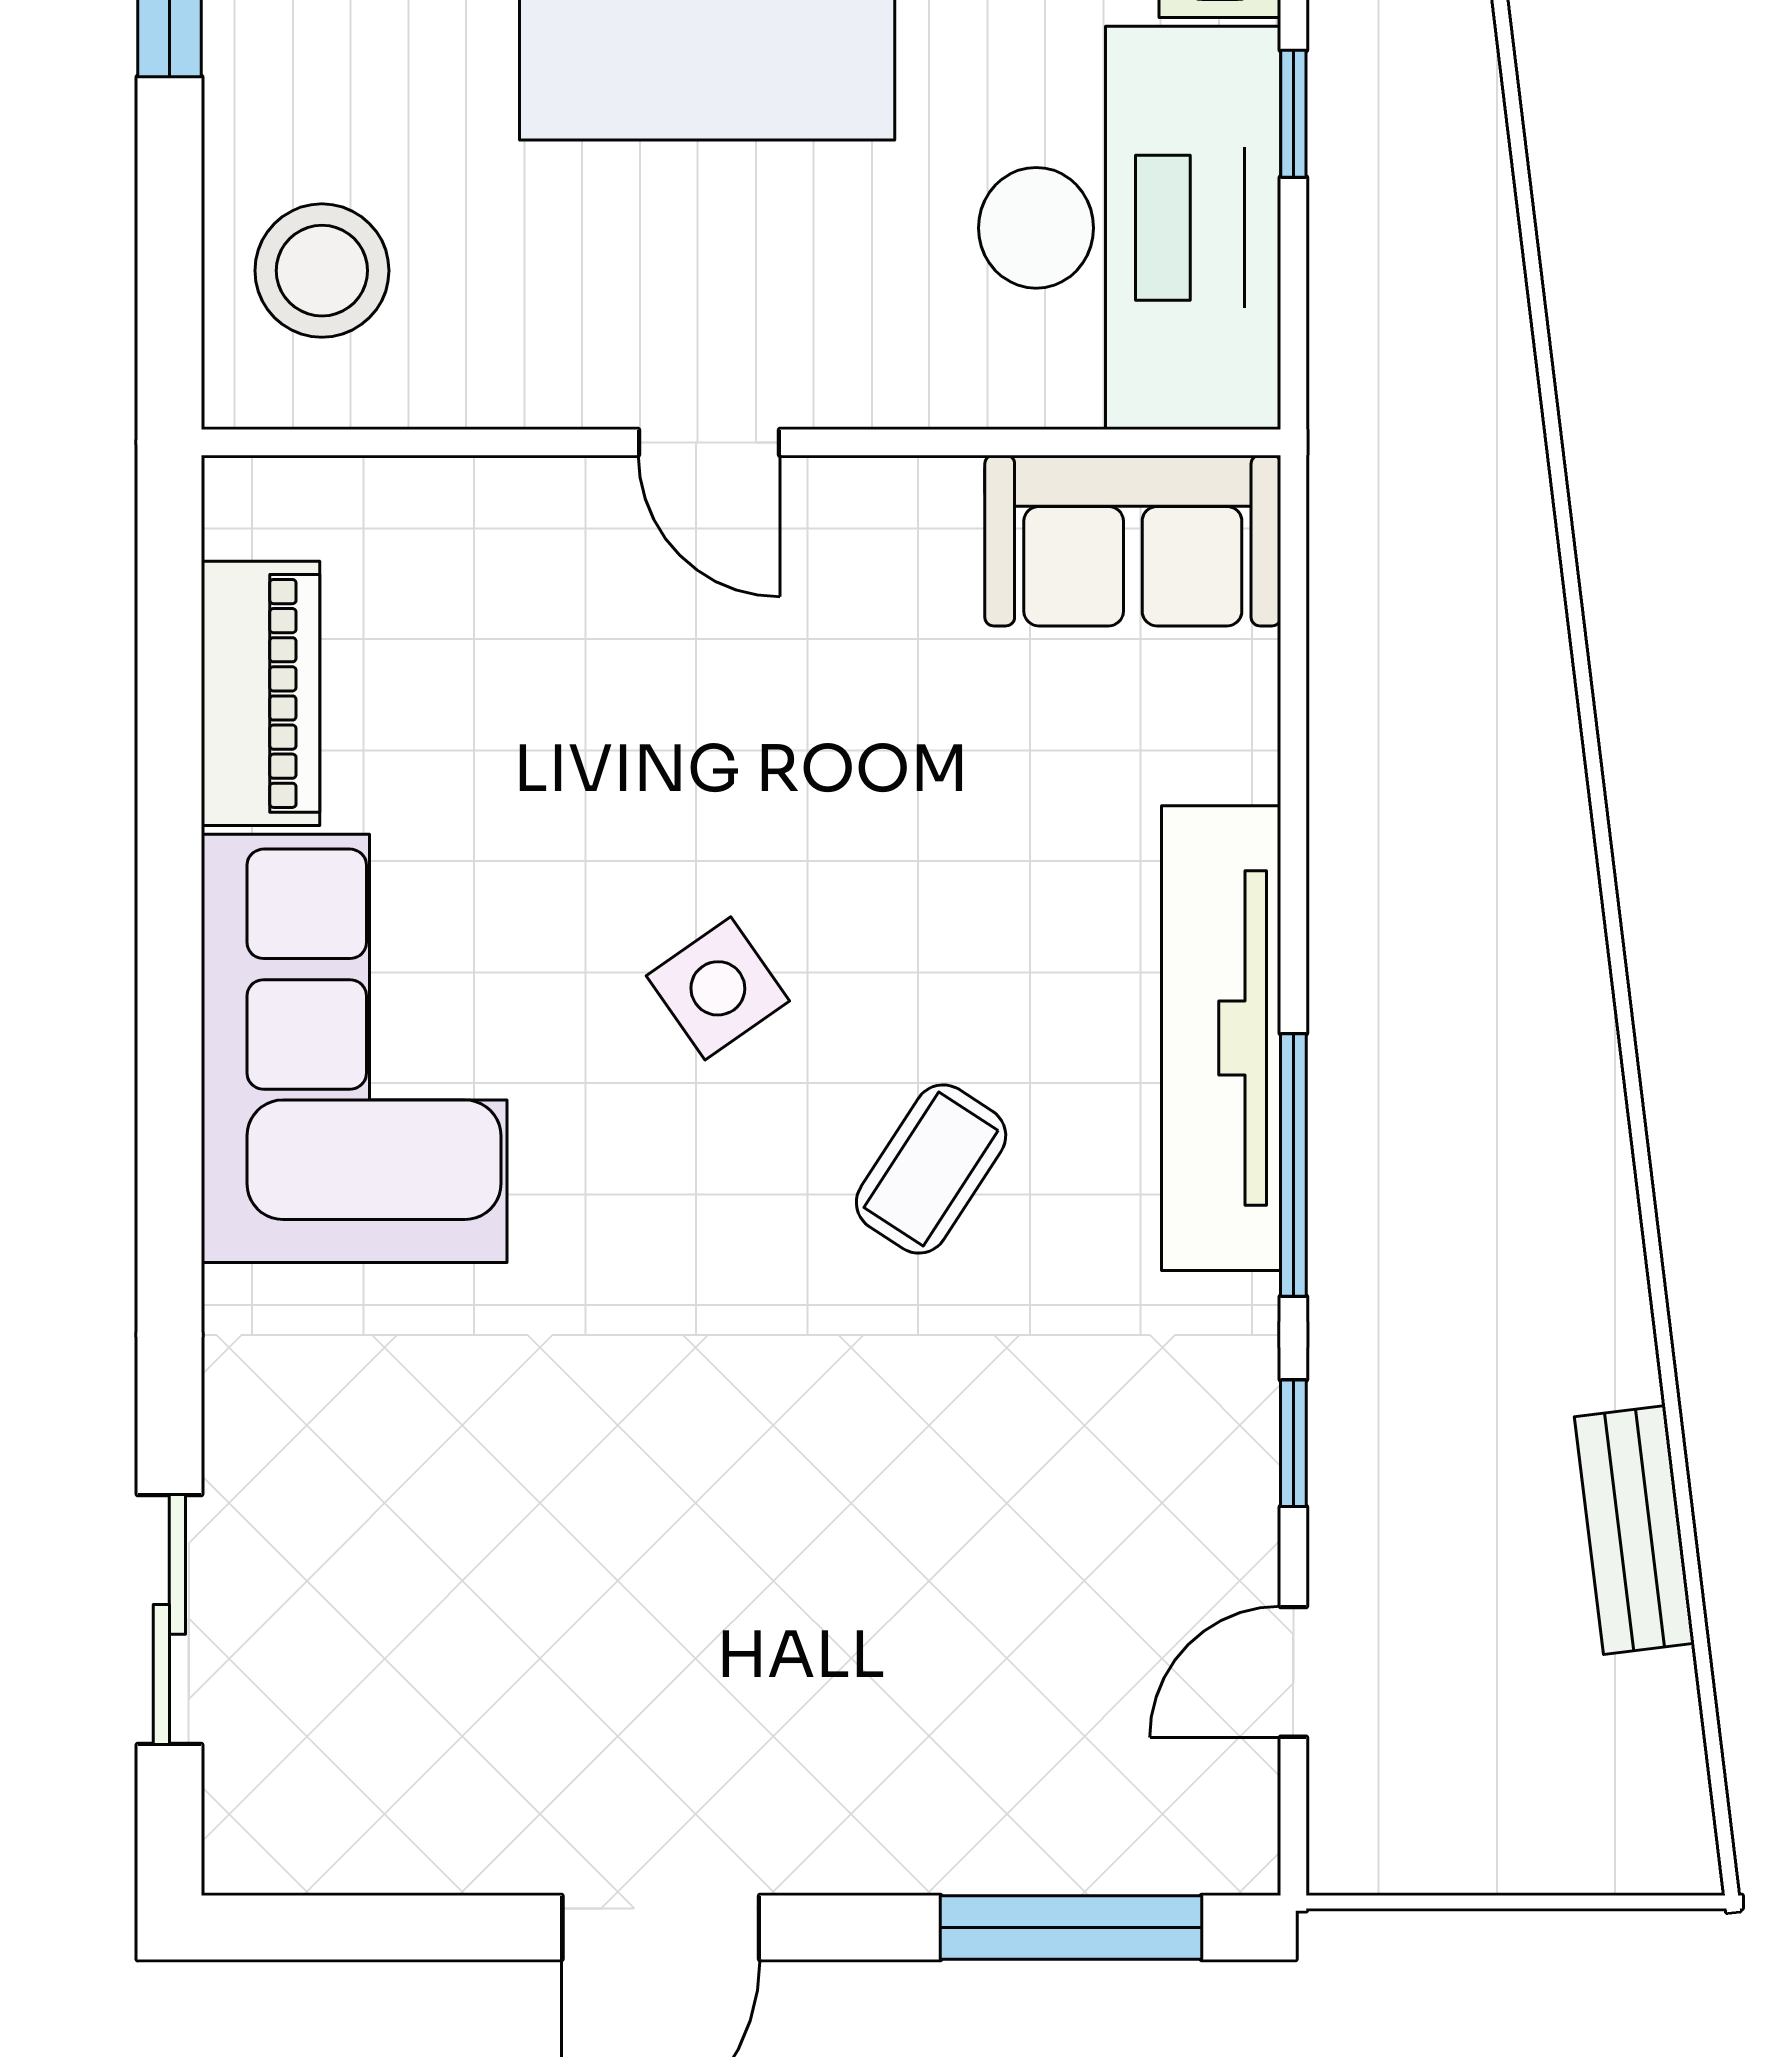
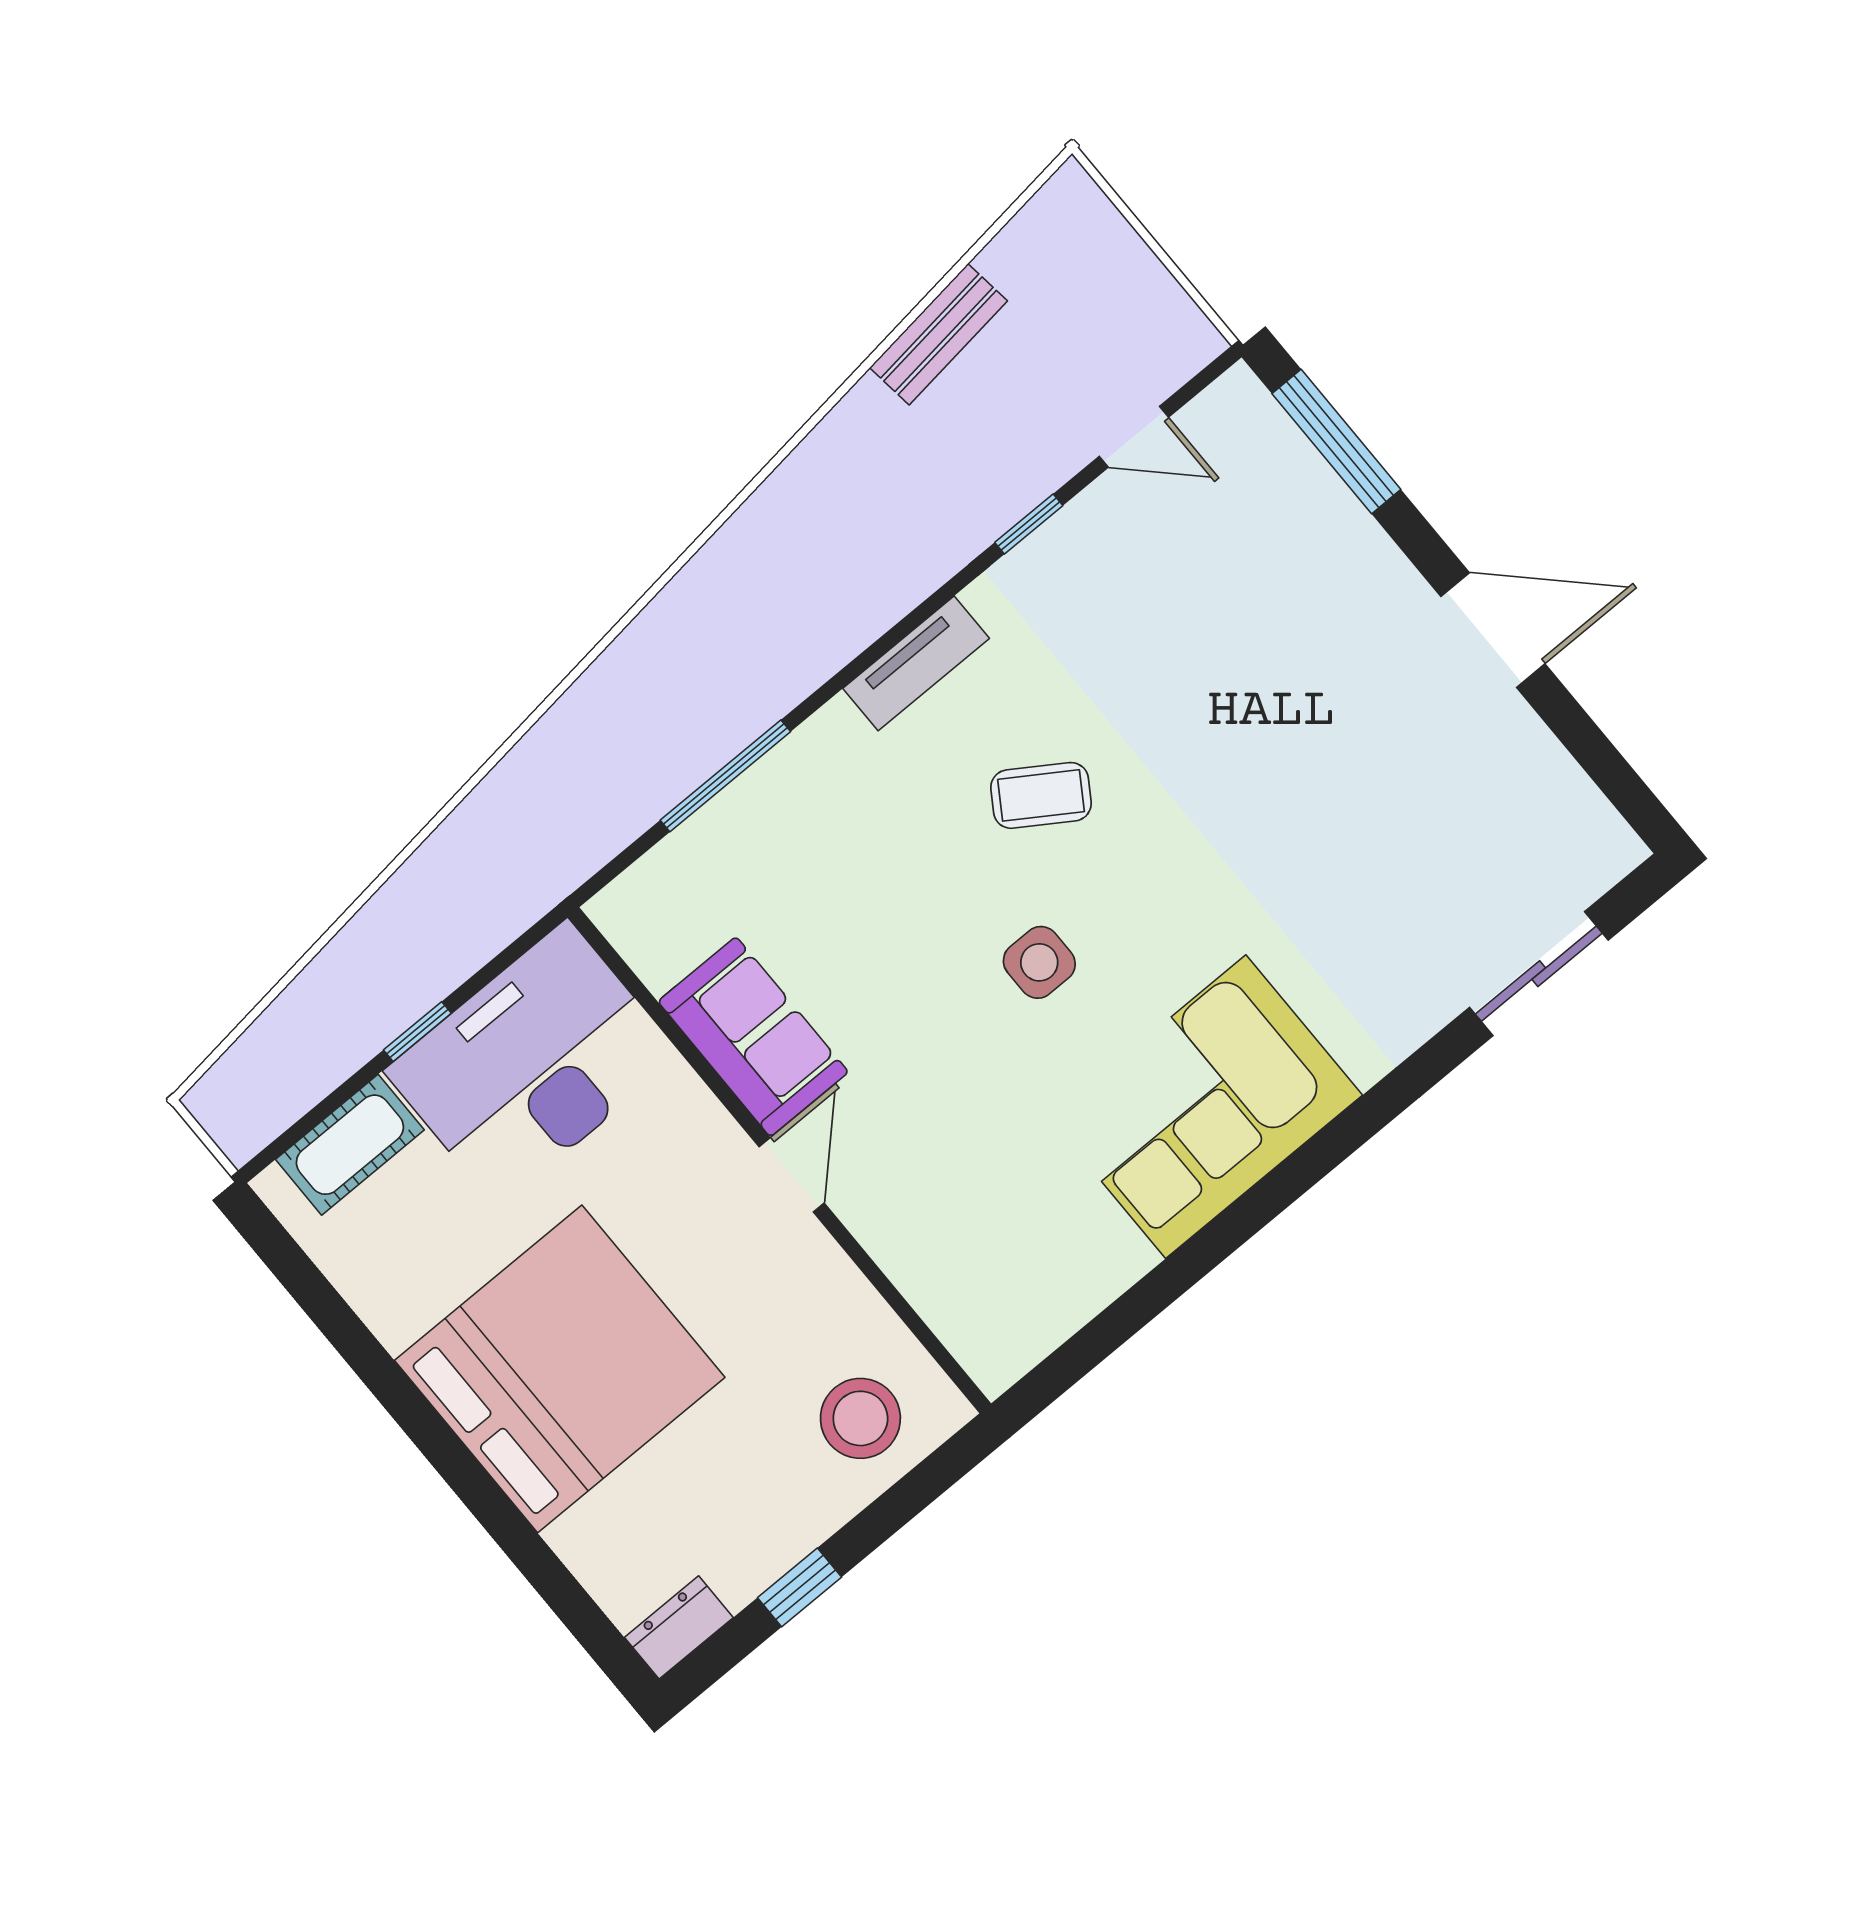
sofa: (1133, 541) -> (753, 1037), moved
piano: (260, 693) -> (1078, 1285), removed
side table: (718, 988) -> (1039, 962), turned 35
tv unit: (1221, 1038) -> (916, 663), width x0.52, depth x0.78
window: (1293, 1165) -> (725, 776), moved

